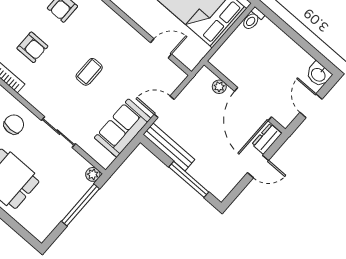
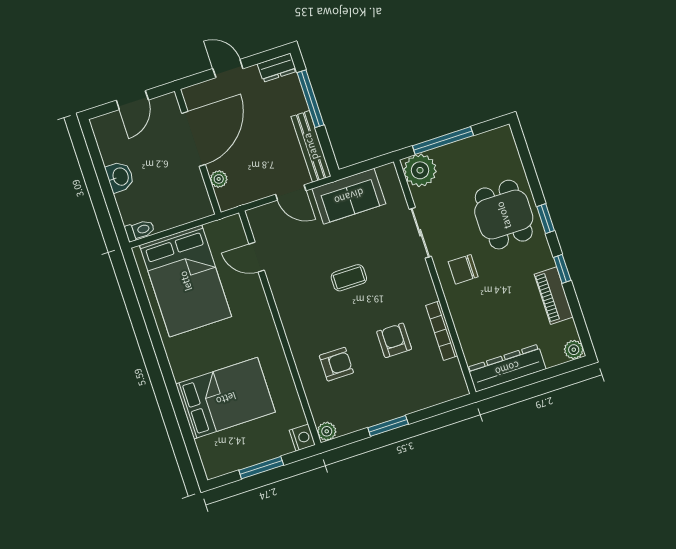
washbasin: (319, 74) -> (120, 177), moved
dresser: (267, 139) -> (277, 68), moved
plant: (93, 174) -> (420, 170), width x1.88, depth x1.88

